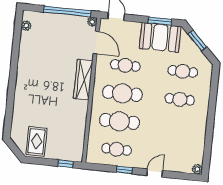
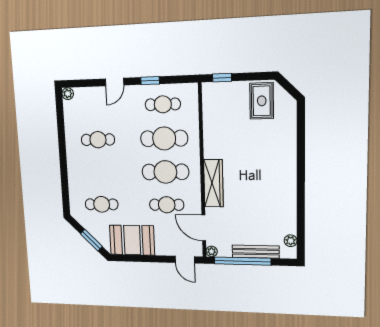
bench: (56, 19) -> (256, 252), added
window: (160, 21) -> (135, 258), removed
cafe table: (180, 99) -> (98, 140), moved

